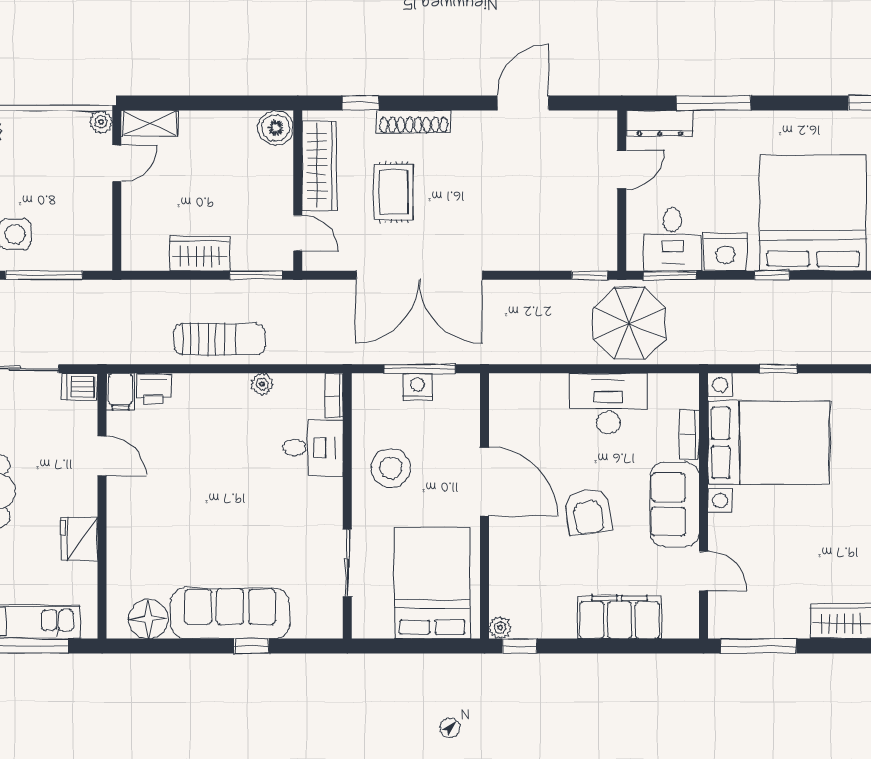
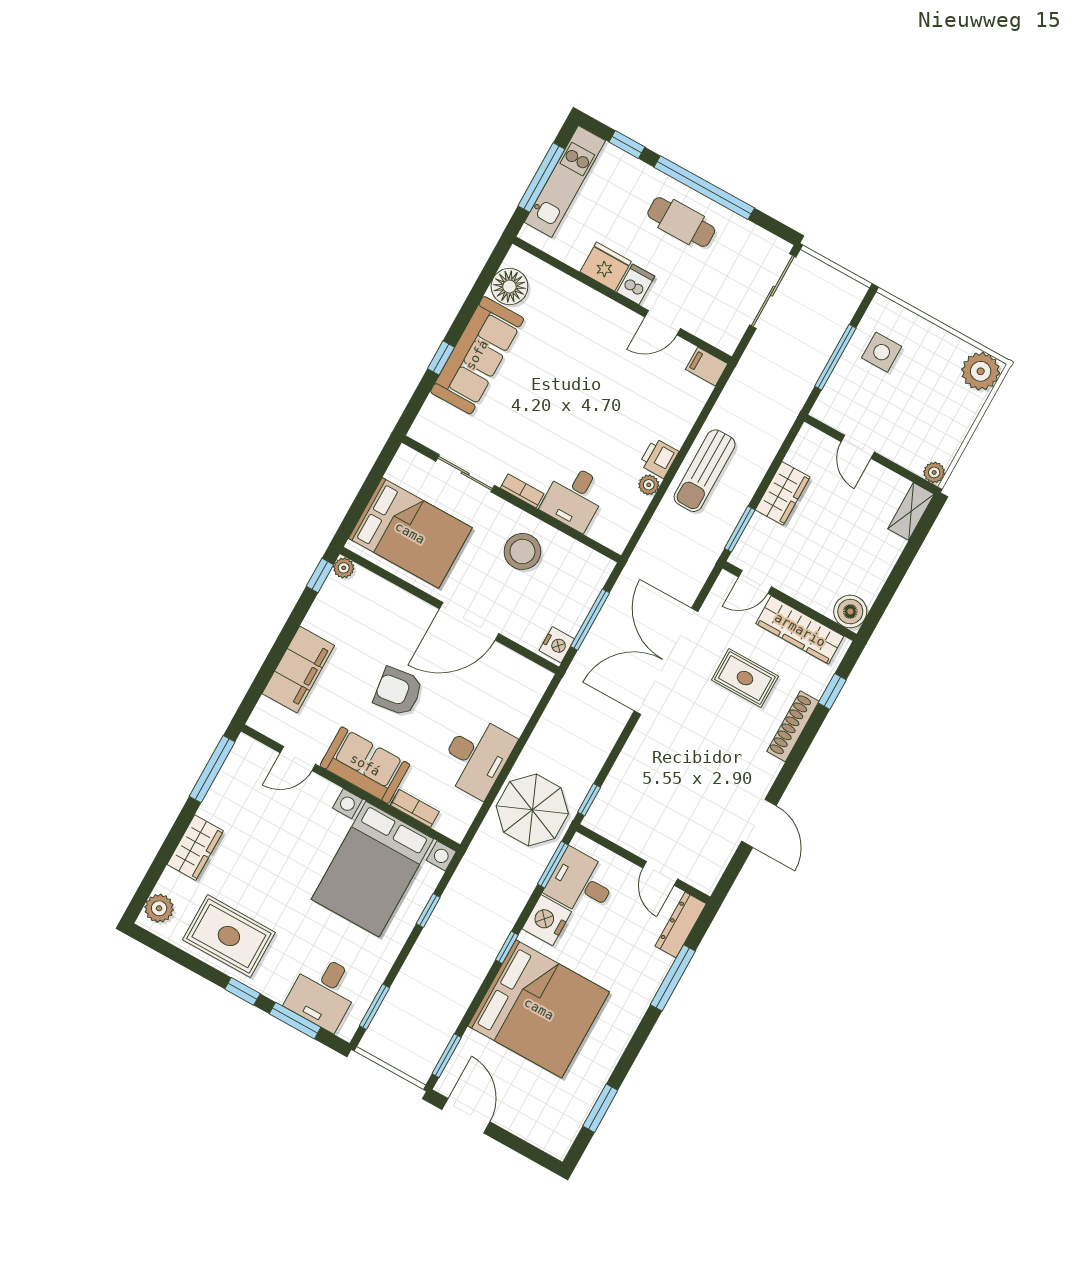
door: (117, 163) -> (858, 447), moved
dishwasher: (80, 387) -> (636, 284), moved
nightstand: (418, 387) -> (557, 645), moved
printer: (154, 389) -> (659, 458), moved
bookcase: (334, 395) -> (522, 491), moved

